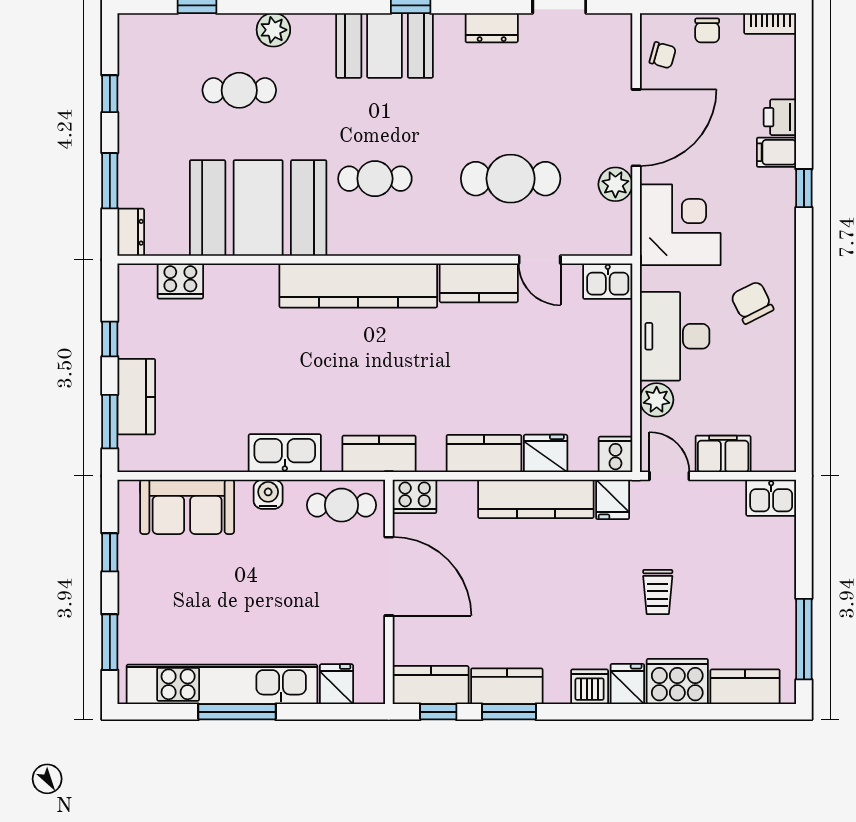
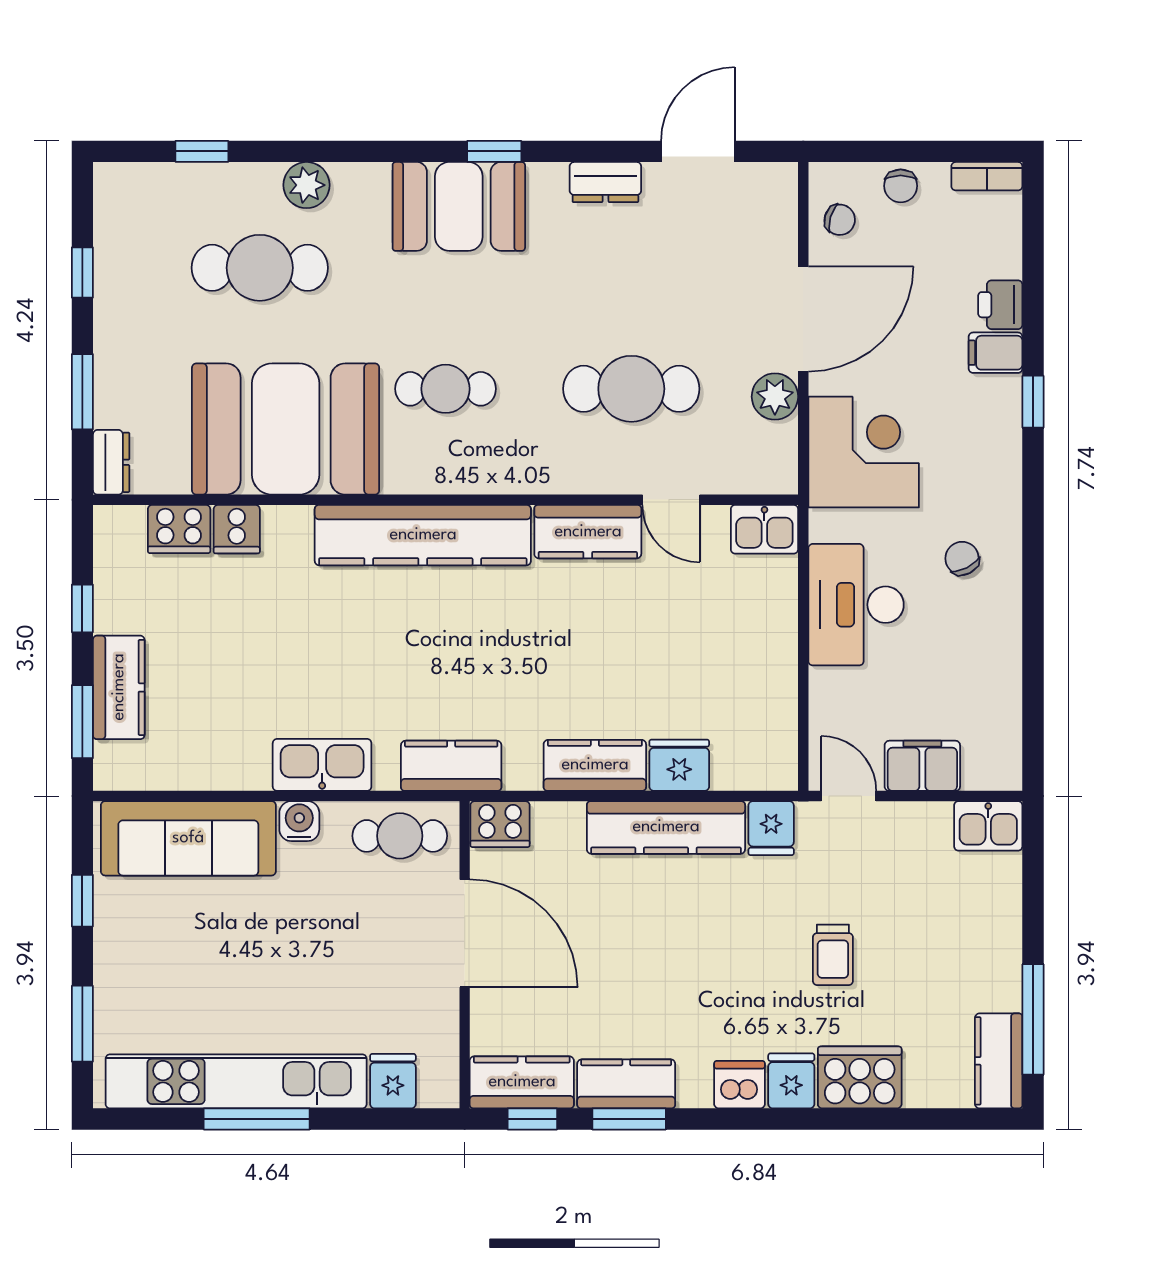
cafe table: (239, 90) -> (260, 268), width x1.37, depth x1.35
chair: (752, 302) -> (962, 558), width x0.73, depth x0.73
plant: (657, 400) -> (831, 692), removed
cooker: (615, 454) -> (237, 529), moved, turned 180
sofa: (187, 507) -> (188, 838), width x1.36
kitchen counter: (745, 687) -> (999, 1061), moved, turned -90

